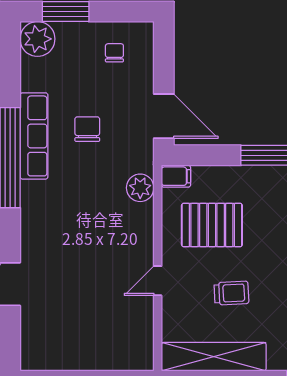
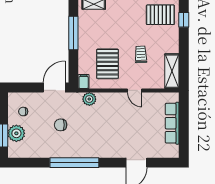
plant: (38, 39) -> (16, 133), moved
row of seats: (34, 136) -> (172, 123), moved, turned -90
shelving: (214, 357) -> (172, 71), width x0.68

